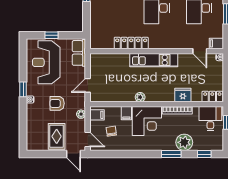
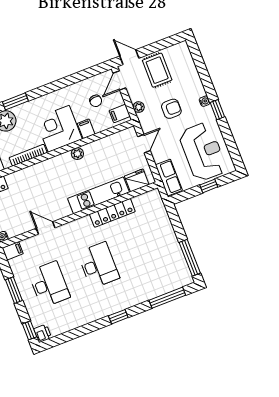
door: (200, 51) -> (46, 228), moved
kitchen unit: (154, 60) -> (98, 195), moved
fridge: (183, 95) -> (137, 180), moved, turned 180
door: (88, 139) -> (119, 80), hinge flipped

